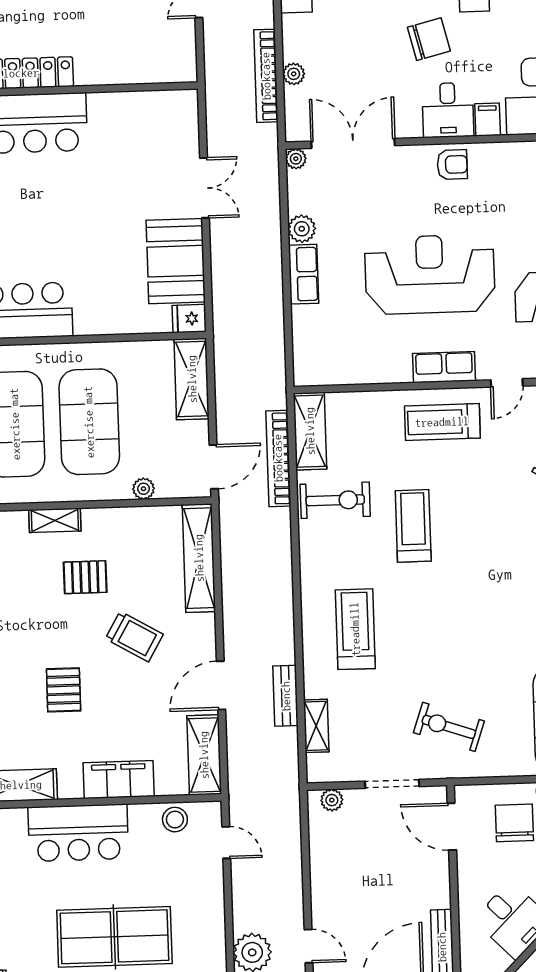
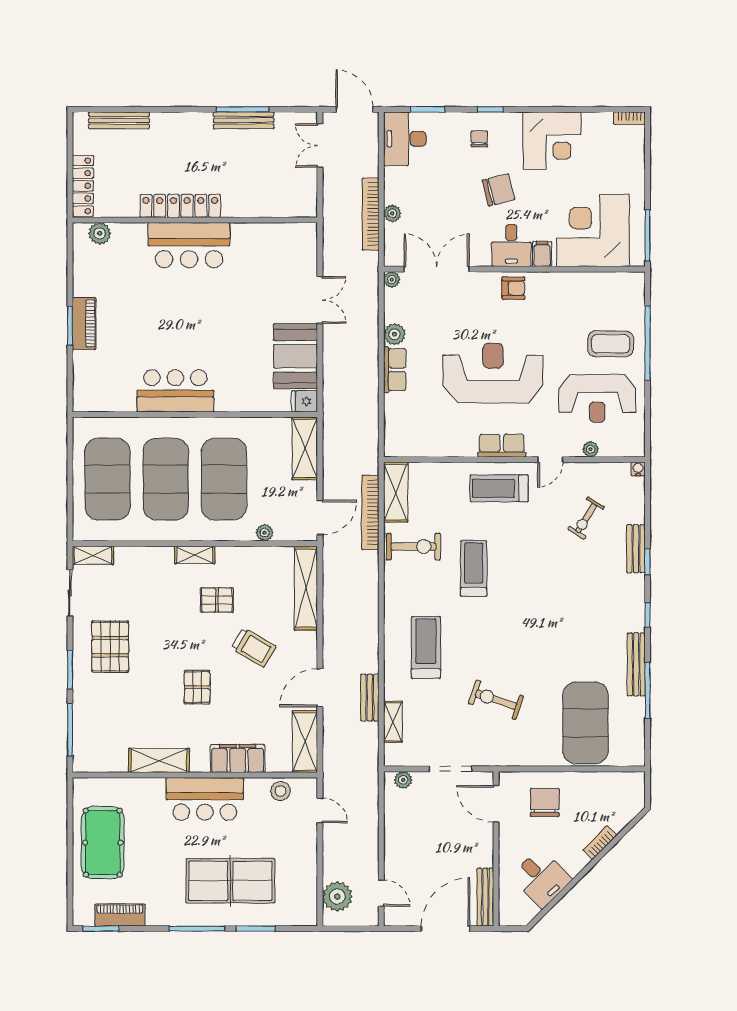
exercise bike: (449, 727) -> (496, 700), moved

